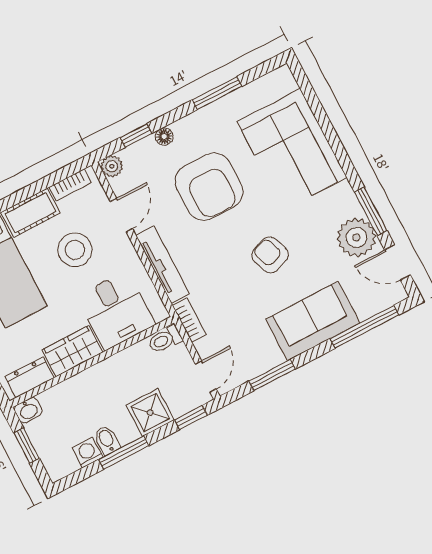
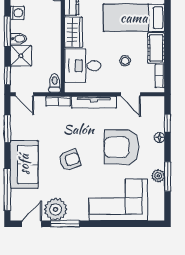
plant: (112, 166) -> (158, 176), moved
stool: (75, 250) -> (125, 61), width x0.53, depth x0.53
bidet: (107, 440) -> (18, 39), moved

